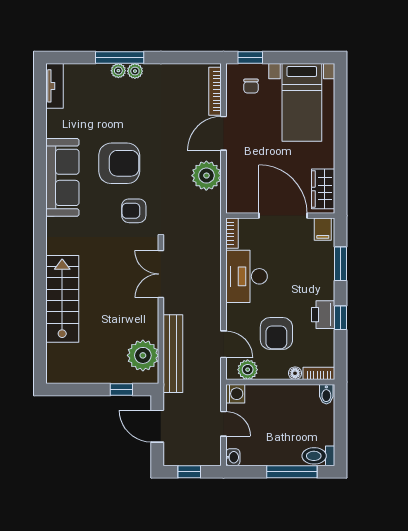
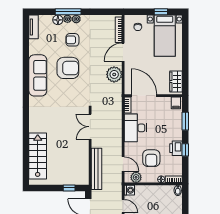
window: (250, 57) -> (161, 12), moved
floor lamp: (100, 73) -> (58, 20), added
armchair: (134, 211) -> (72, 40), moved
door: (283, 216) -> (144, 96), moved
stairs: (62, 299) -> (38, 156), moved
plant: (143, 355) -> (80, 170), removed

